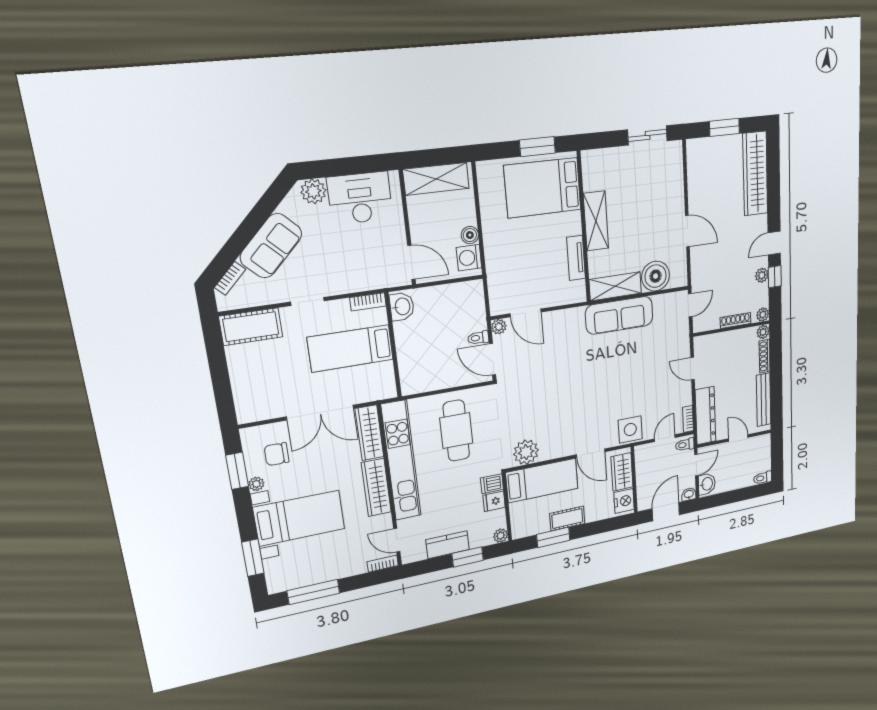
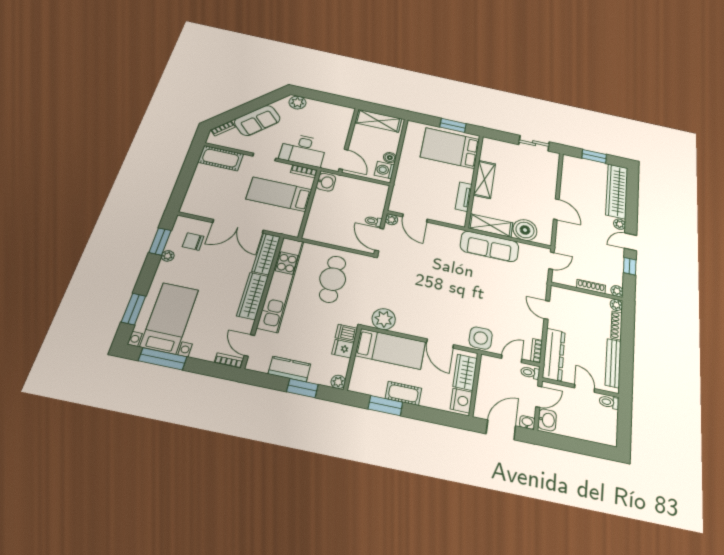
desk: (360, 198) -> (303, 150), moved, turned 180
plant: (762, 275) -> (620, 224), moved
toilet: (763, 478) -> (609, 402), moved
bed with nightstands: (299, 518) -> (169, 318), moved, turned -90

